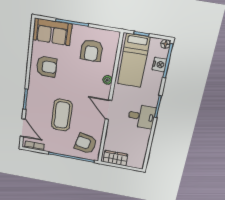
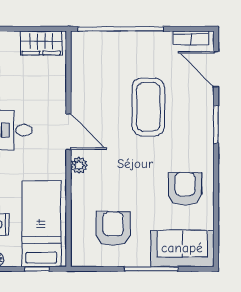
armchair: (47, 67) -> (185, 189), turned 90
plant: (107, 80) -> (79, 165), moved
armchair: (86, 143) -> (99, 61), removed

